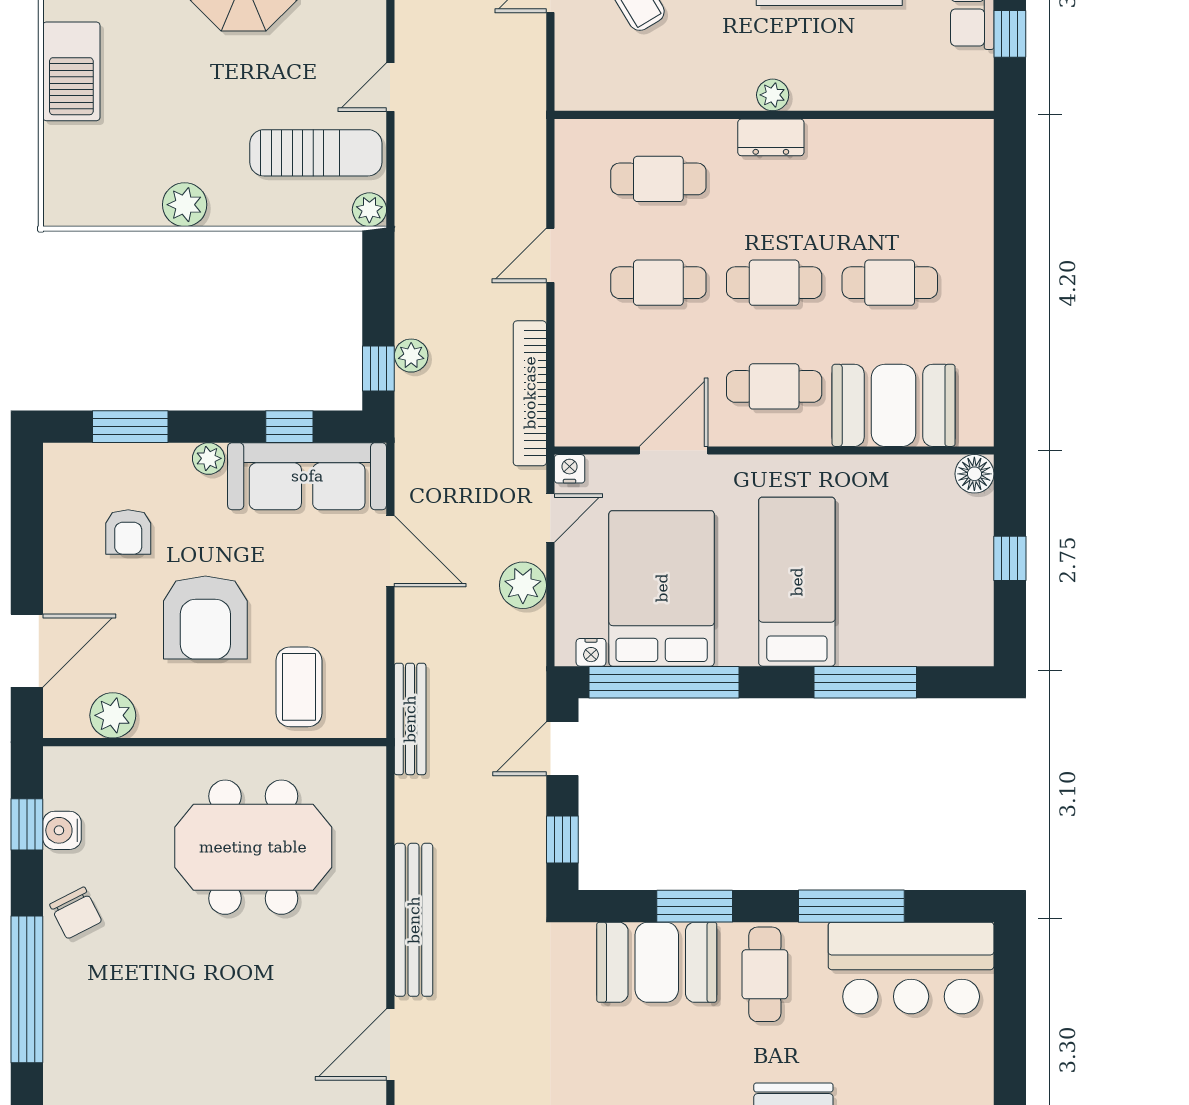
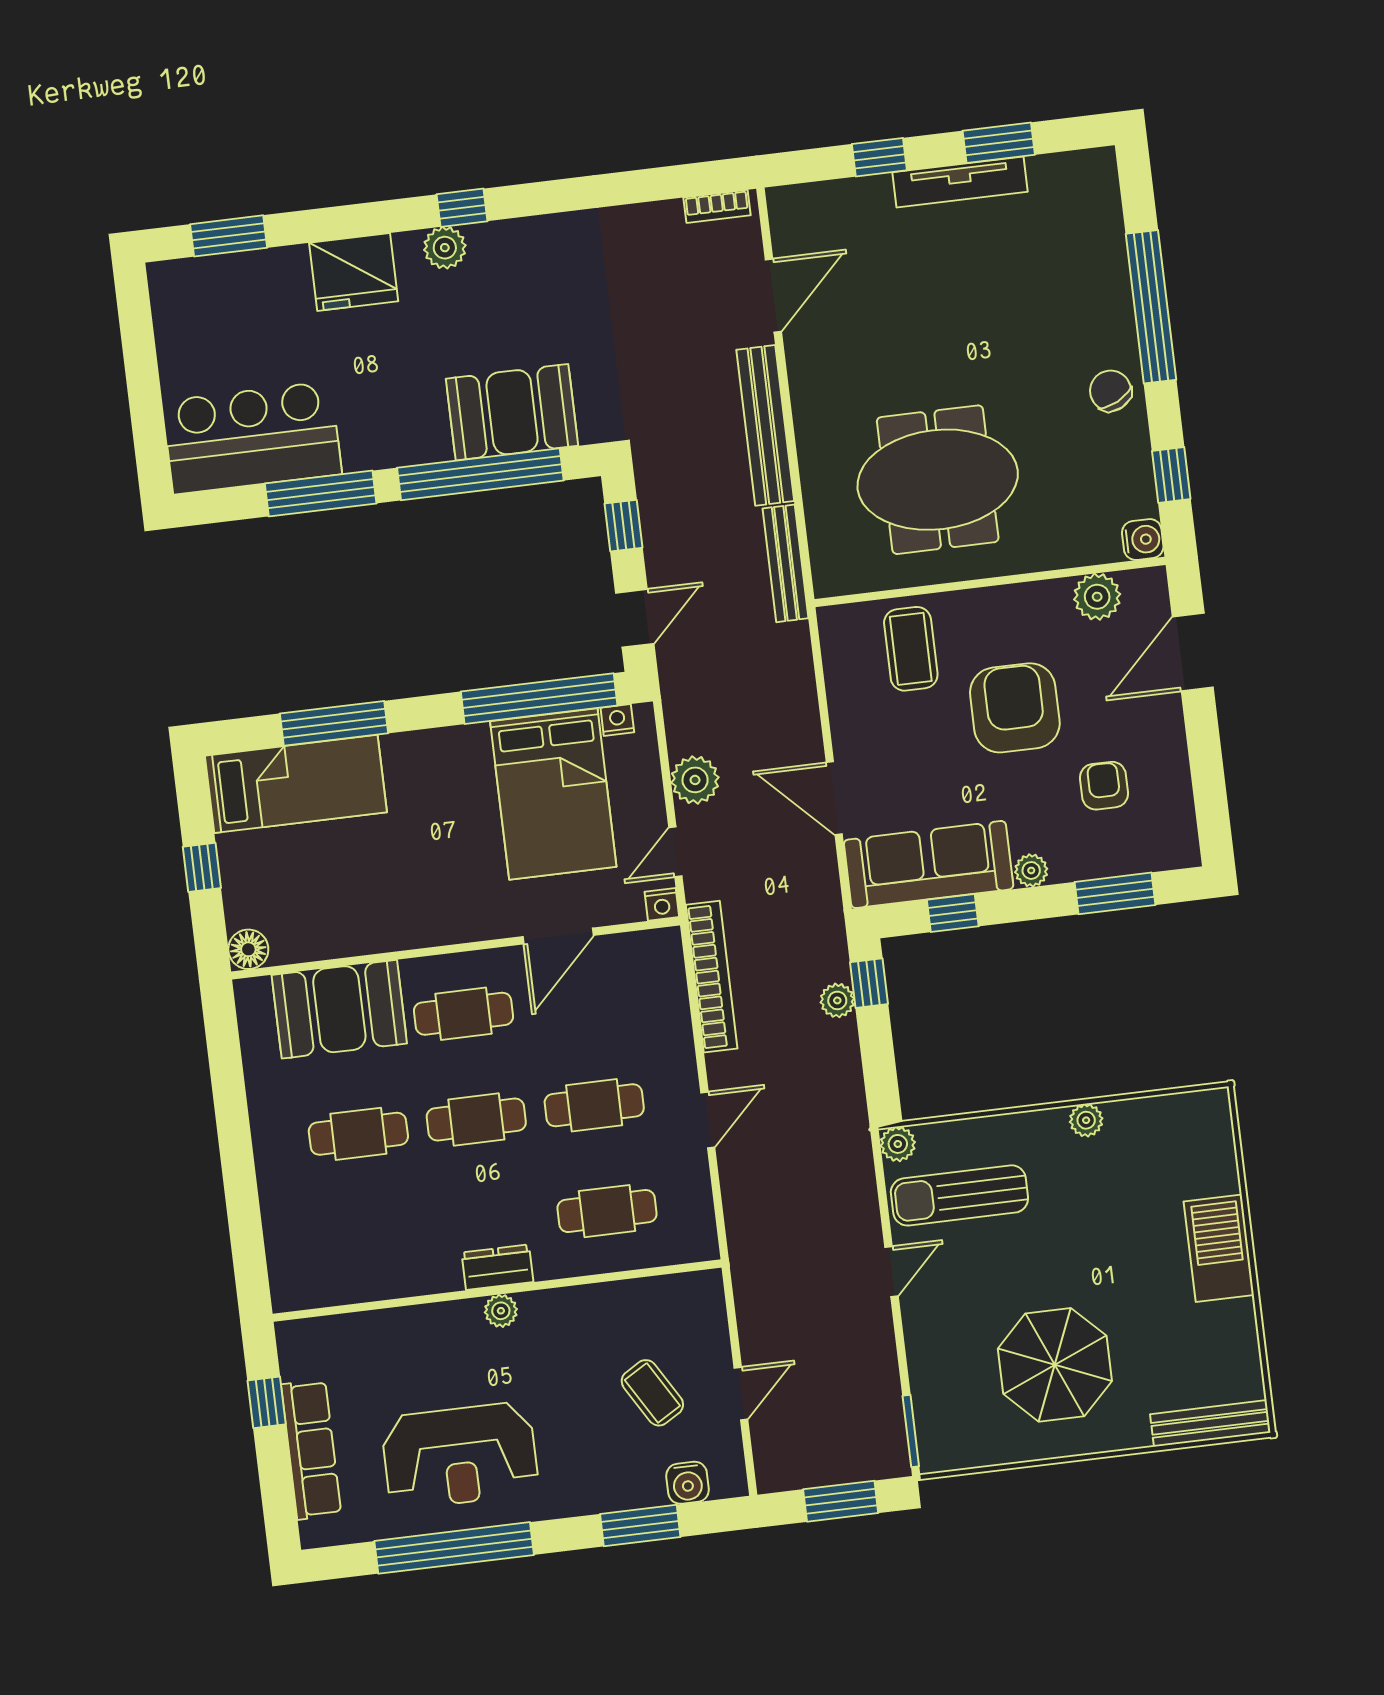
plant: (185, 205) -> (1086, 1120), width x0.73, depth x0.73
bed: (797, 582) -> (296, 784), moved, turned -90
bench: (410, 719) -> (785, 563), moved
water cooler: (62, 830) -> (1143, 540), moved
window: (695, 906) -> (480, 474), width x2.11
cafe table: (765, 974) -> (400, 413), removed

